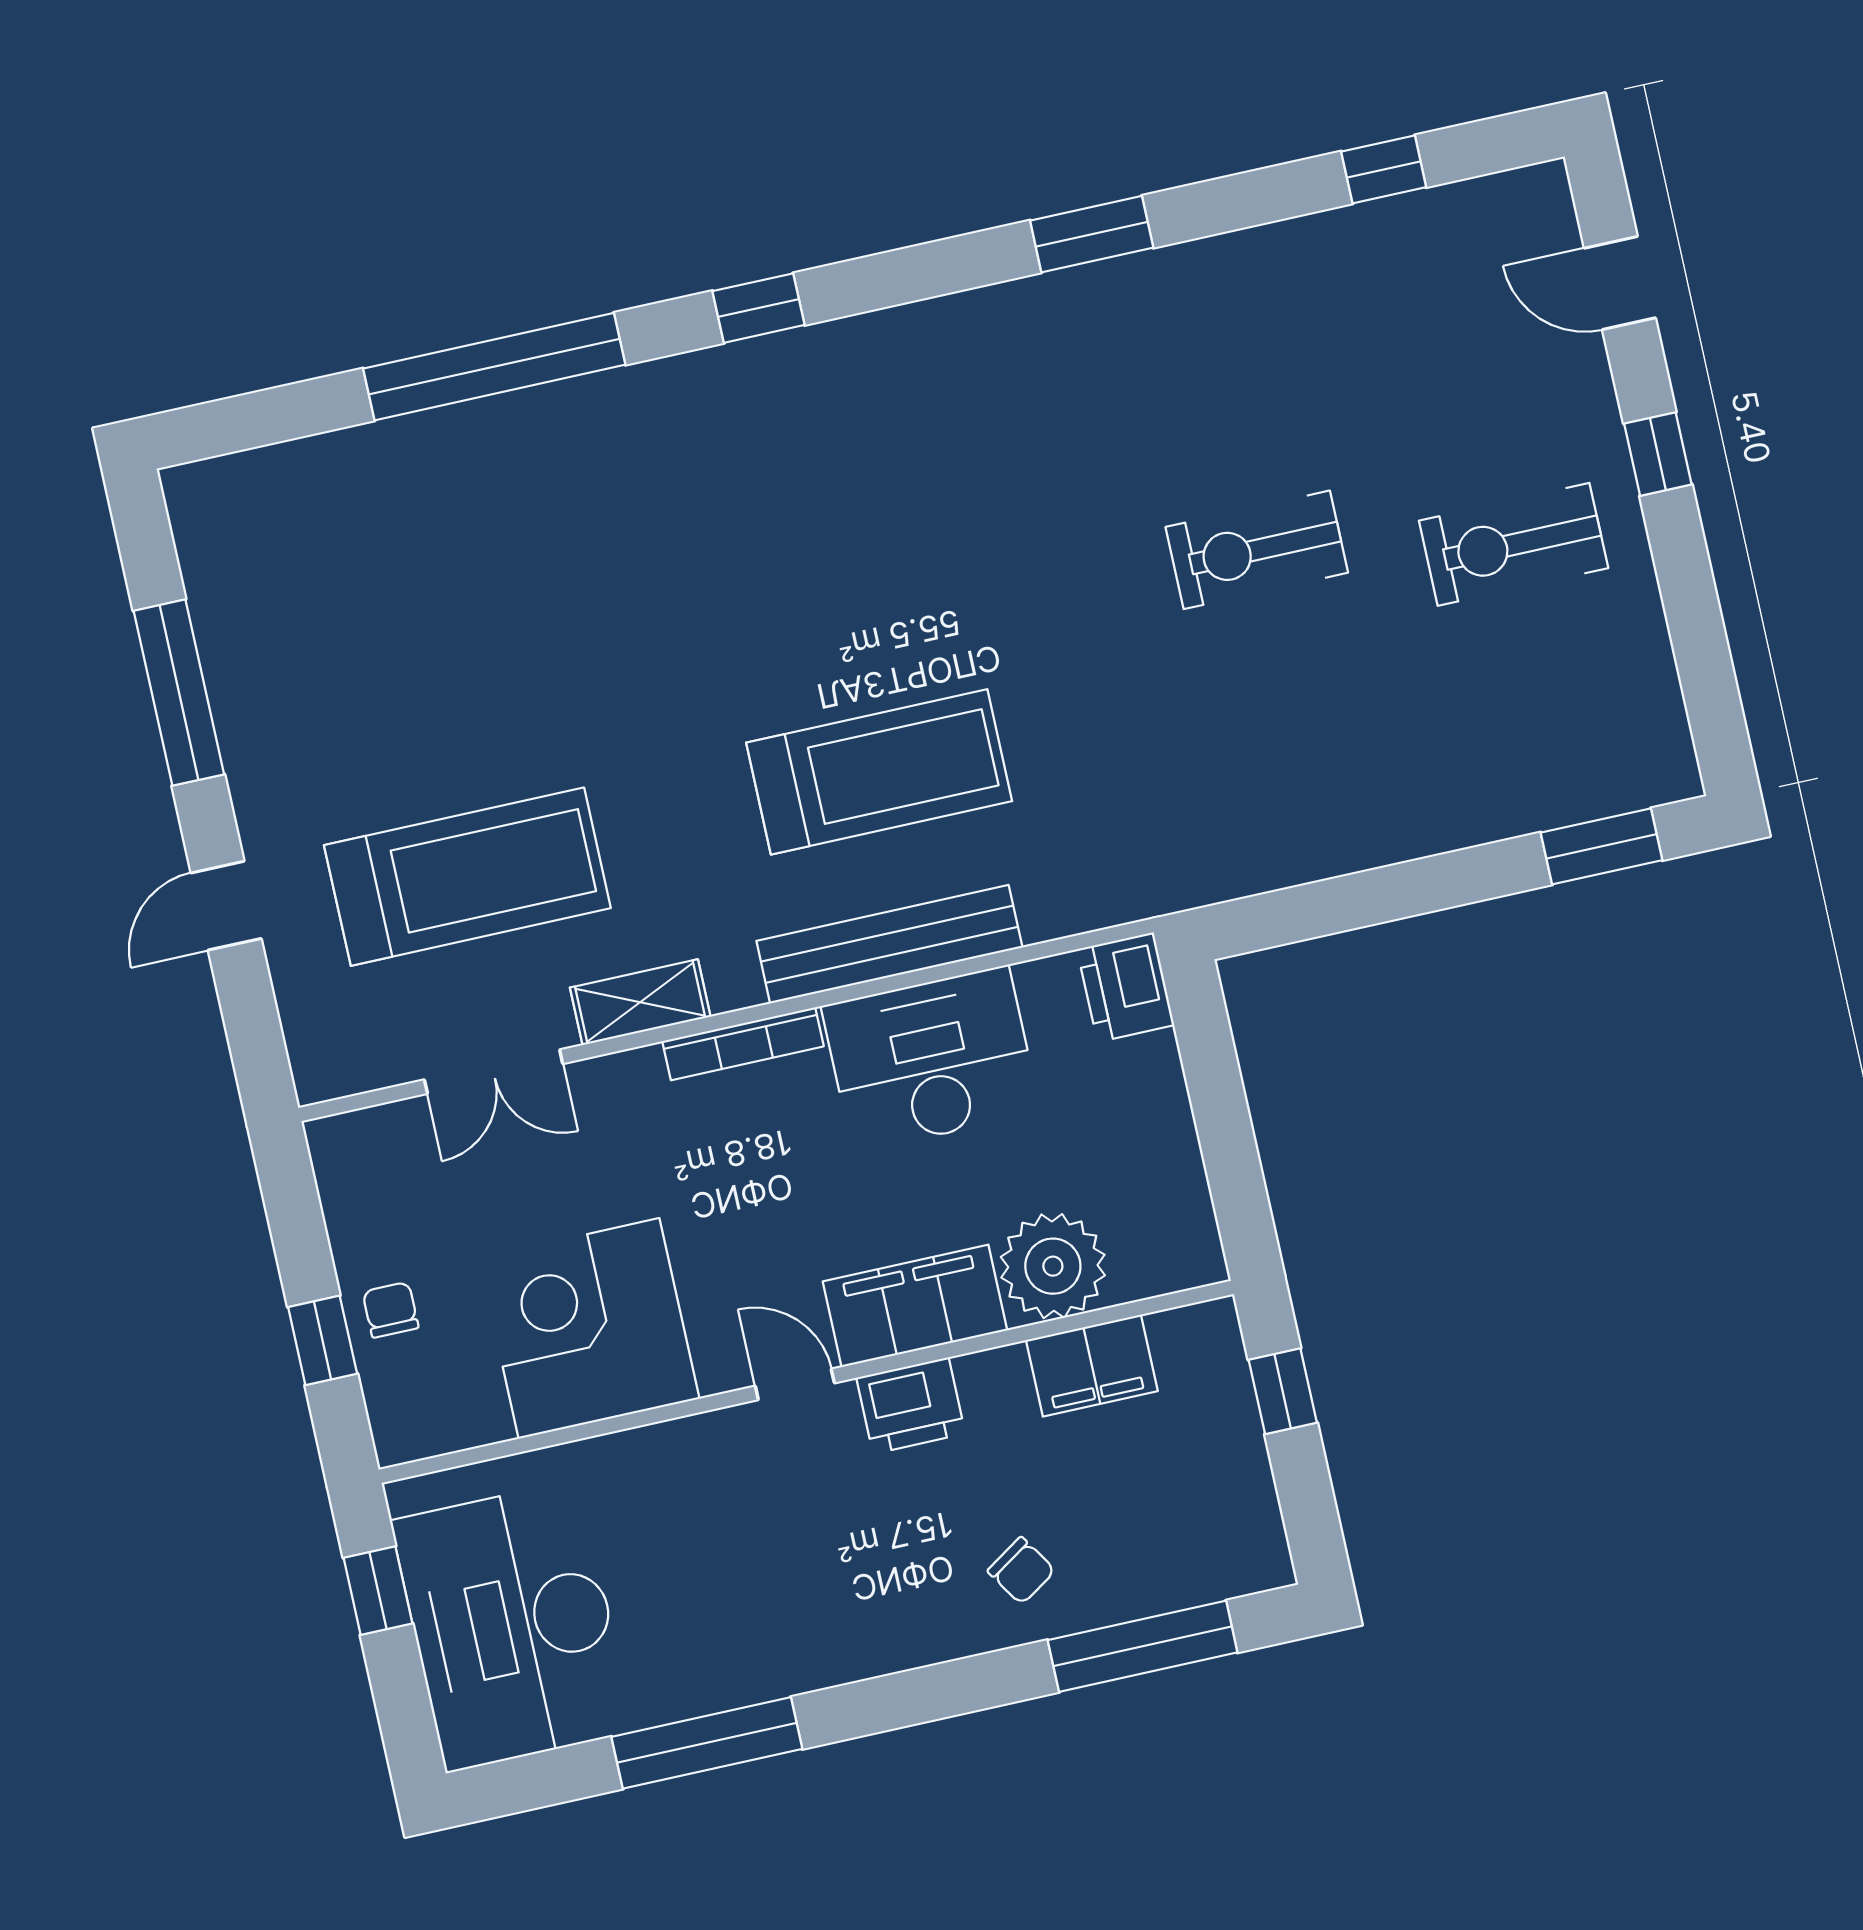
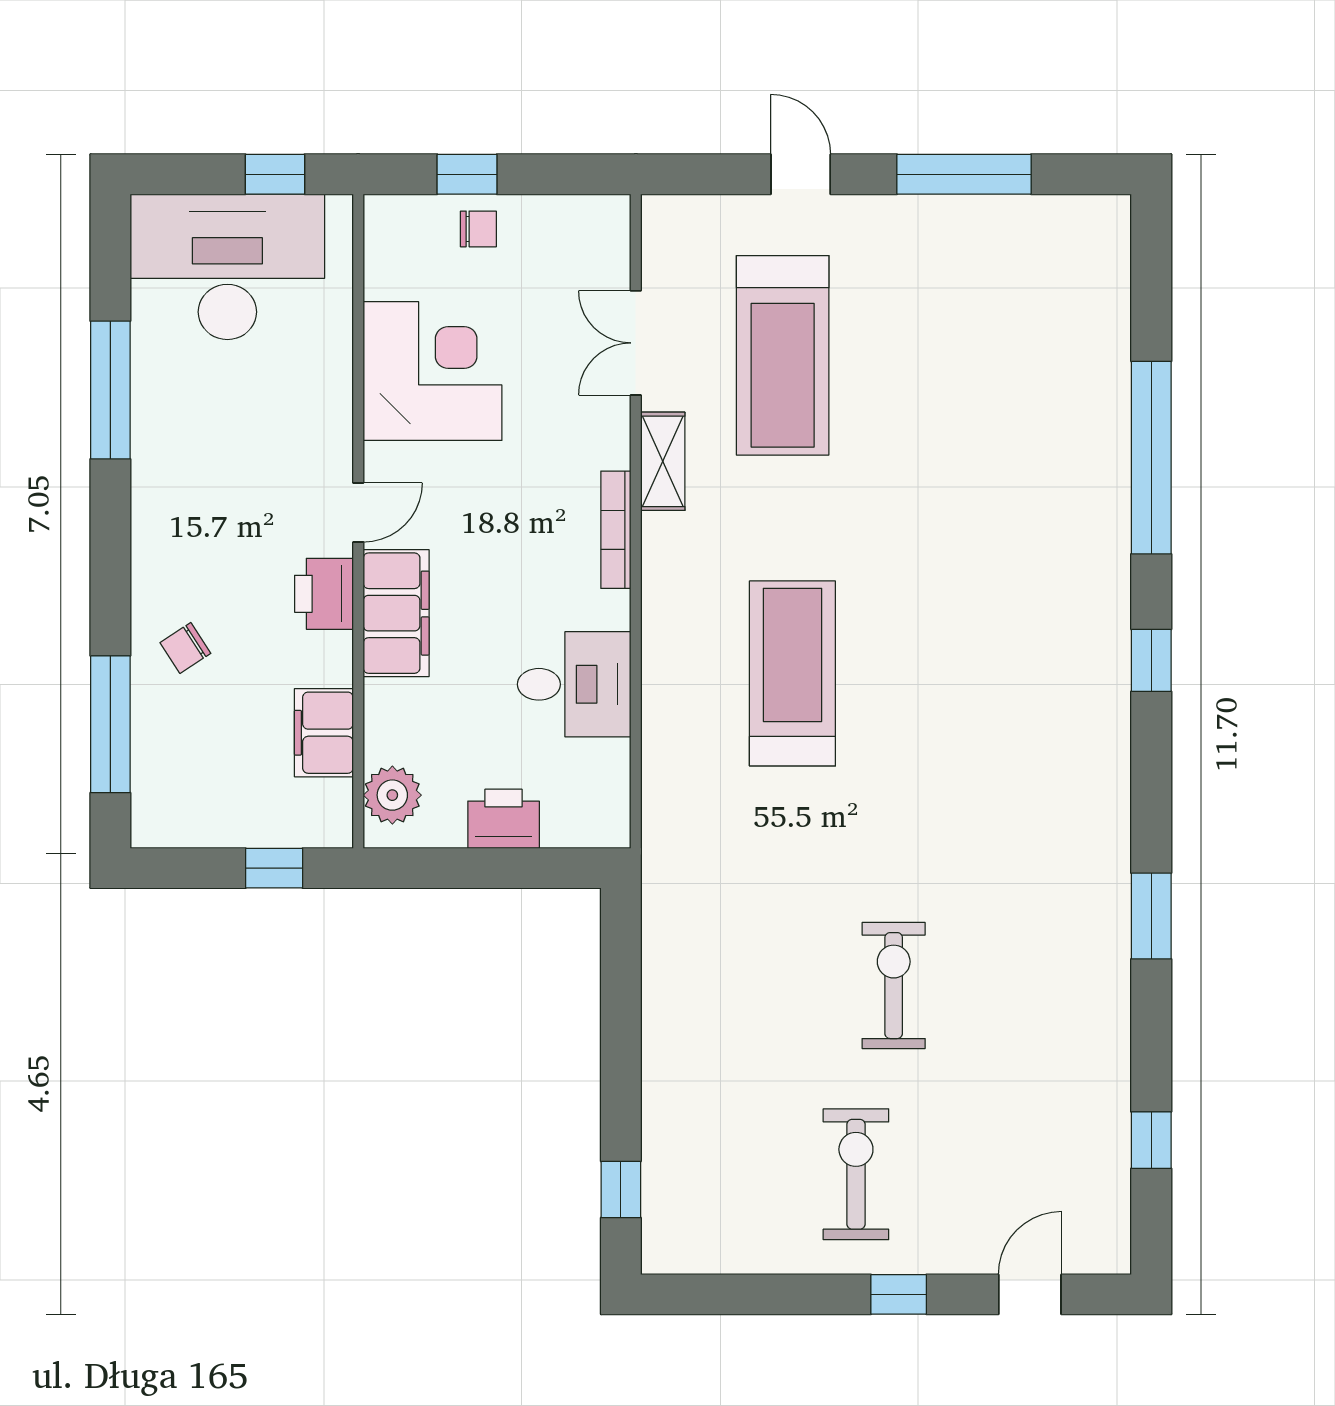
treadmill: (879, 772) -> (792, 673), turned 180
window: (1601, 846) -> (621, 1190), width x0.67
bench: (889, 944) -> (665, 653), removed
printer: (1126, 987) -> (504, 819), moved
desk: (931, 1059) -> (574, 684), width x0.73
plant: (1053, 1266) -> (392, 795), moved, width x0.73, depth x0.73

